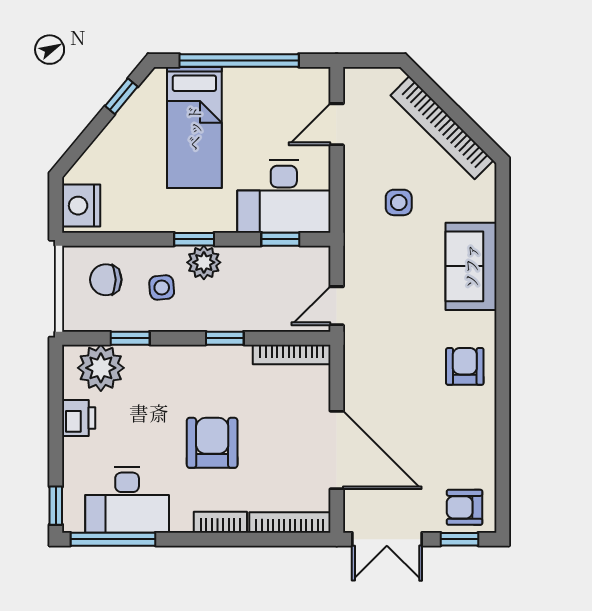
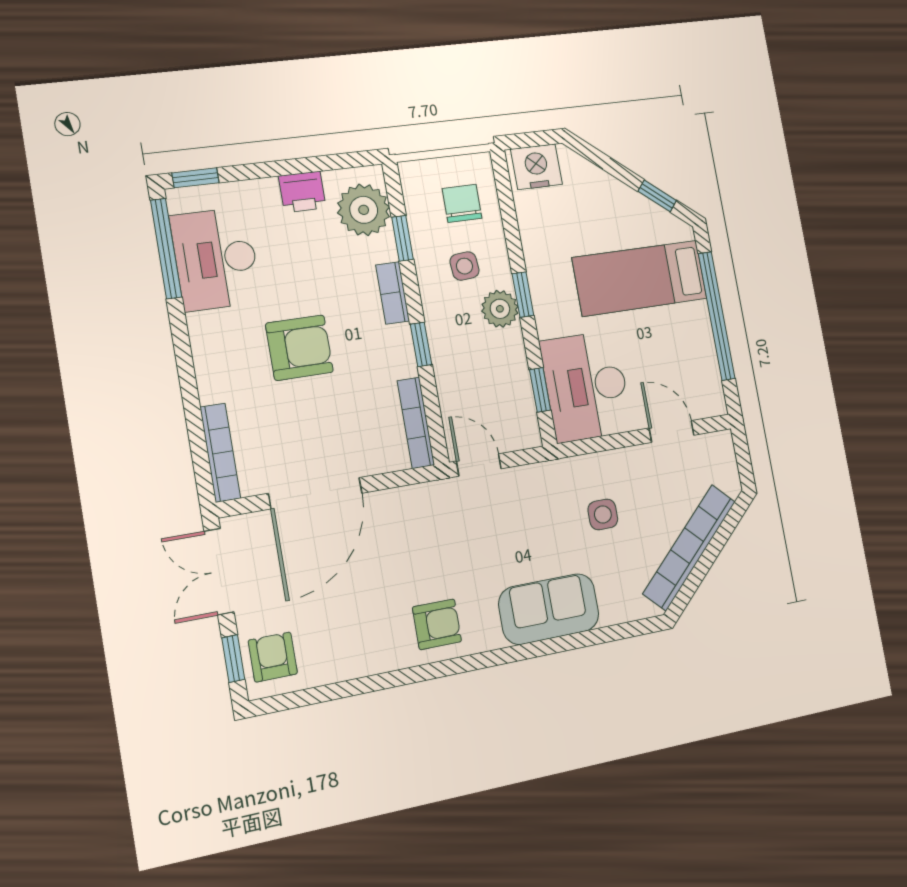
bookcase: (220, 522) -> (393, 293), moved, turned 180

